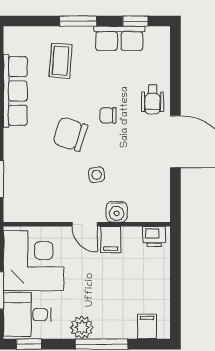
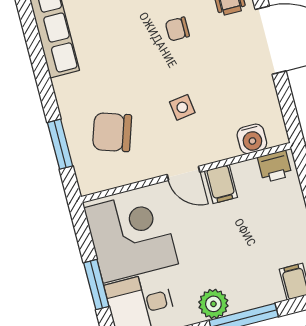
chair: (70, 134) -> (112, 132), moved
water cooler: (117, 212) -> (252, 139), moved

